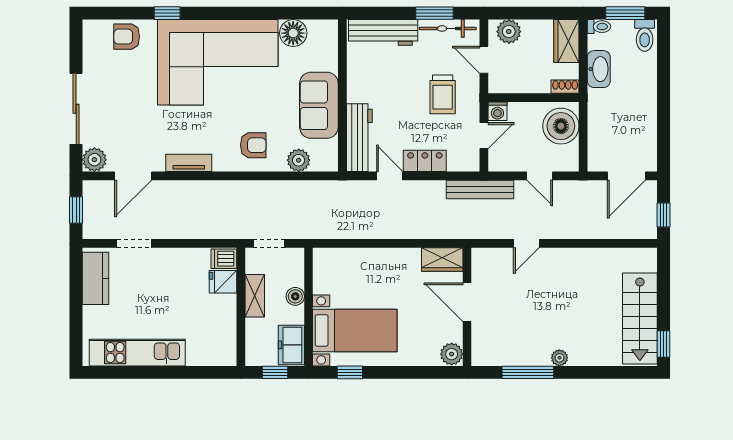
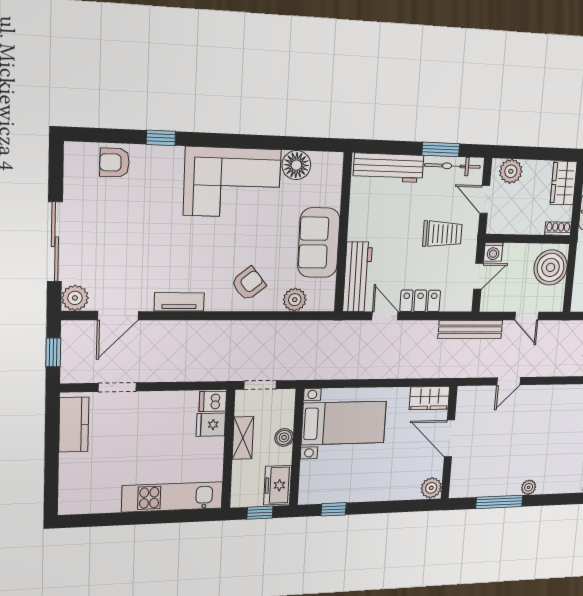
corner sofa: (218, 62) -> (232, 182), width x0.73, depth x0.74
trolley: (443, 94) -> (442, 234), turned -90
armchair: (253, 145) -> (249, 284), turned -39
bed with nightstands: (355, 330) -> (344, 423), moved
kitchen unit: (137, 353) -> (172, 497), moved

